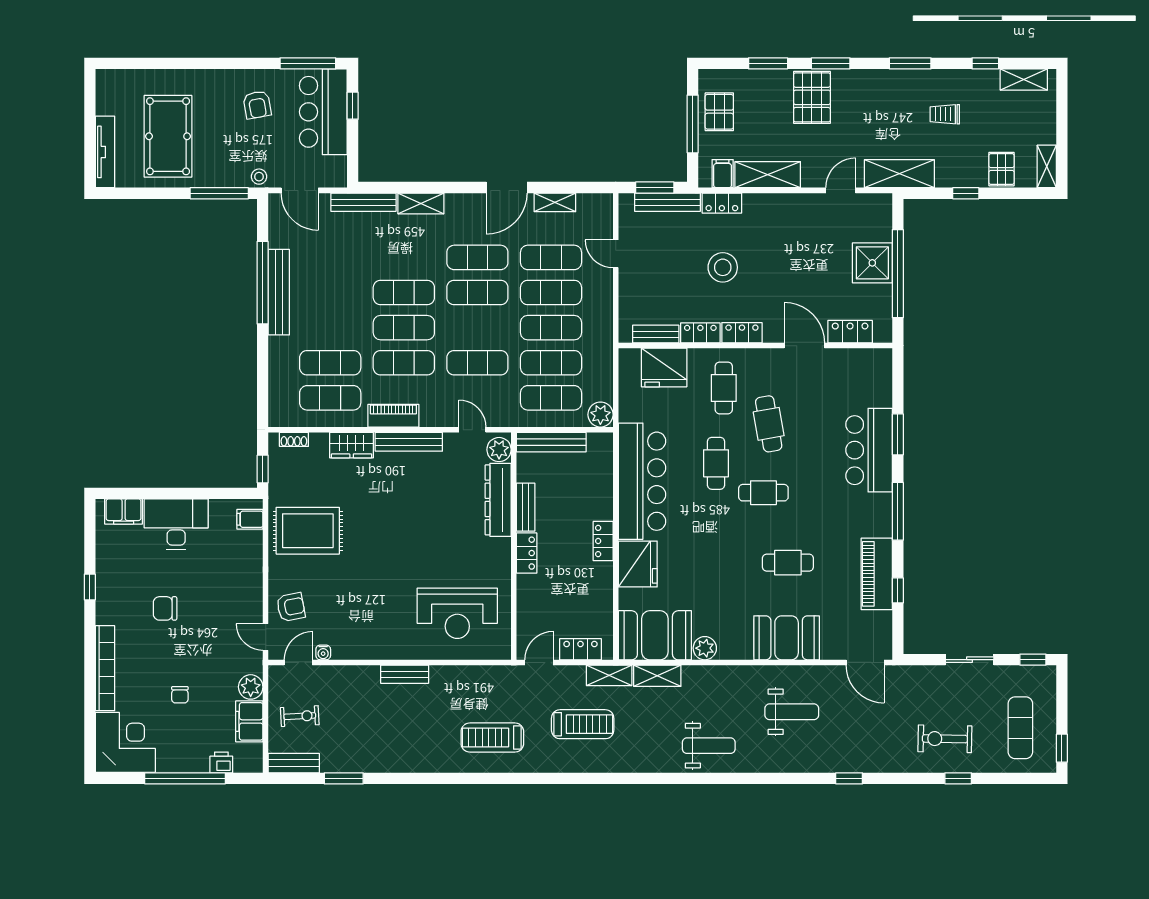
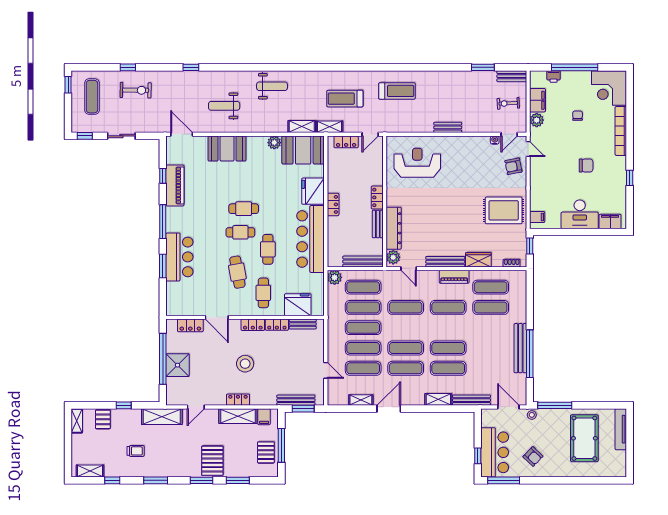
armchair: (257, 105) -> (533, 456), turned 144
locker: (722, 203) -> (238, 400), moved
stool: (723, 267) -> (245, 364), moved
exercise mat: (404, 328) -> (448, 368), moved
cafe table: (788, 563) -> (244, 209), moved
weight bench: (709, 746) -> (272, 86), turned 180

